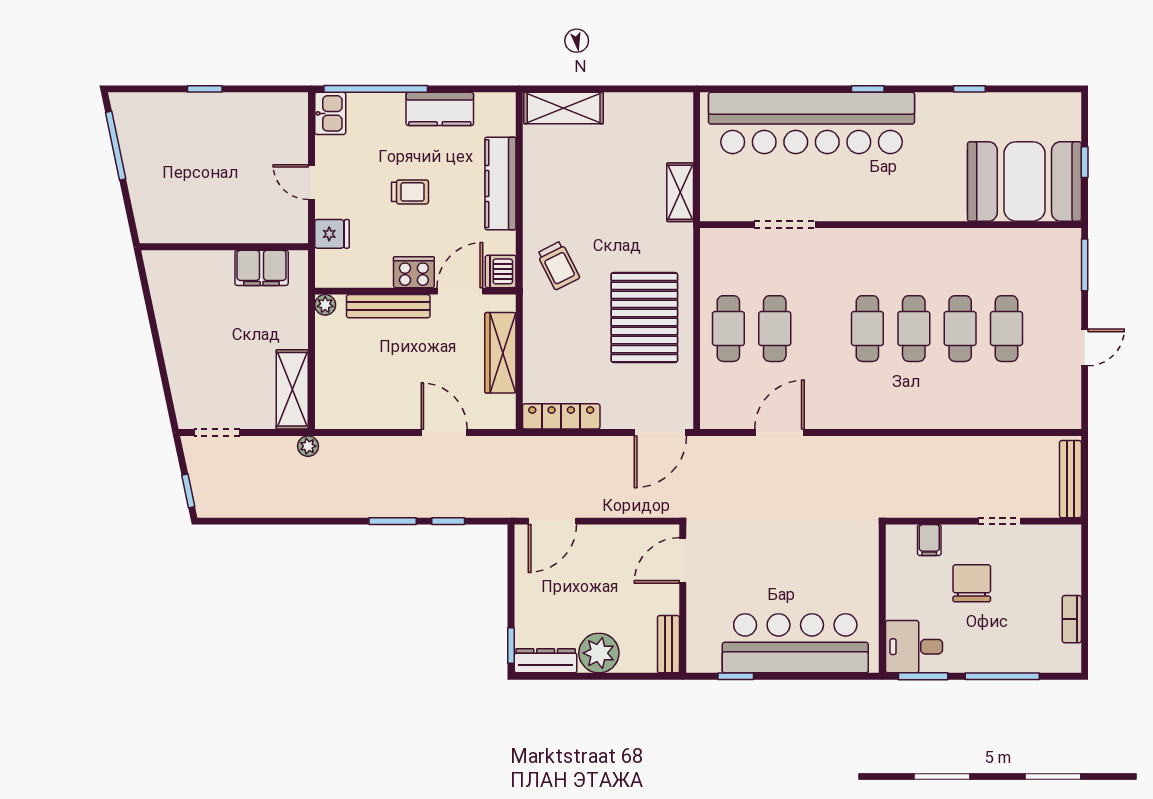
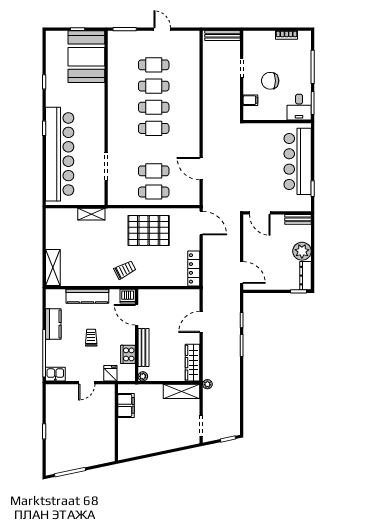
cooker: (414, 272) -> (128, 354), moved
wardrobe: (500, 353) -> (193, 363), moved, turned 90

